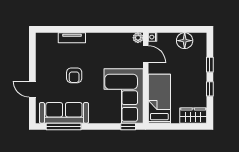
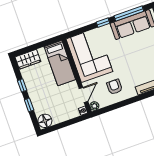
floor lamp: (185, 41) -> (45, 121), moved
door: (146, 54) -> (83, 95), swing flipped
armchair: (74, 75) -> (115, 87), moved
window: (128, 126) -> (103, 23), moved

